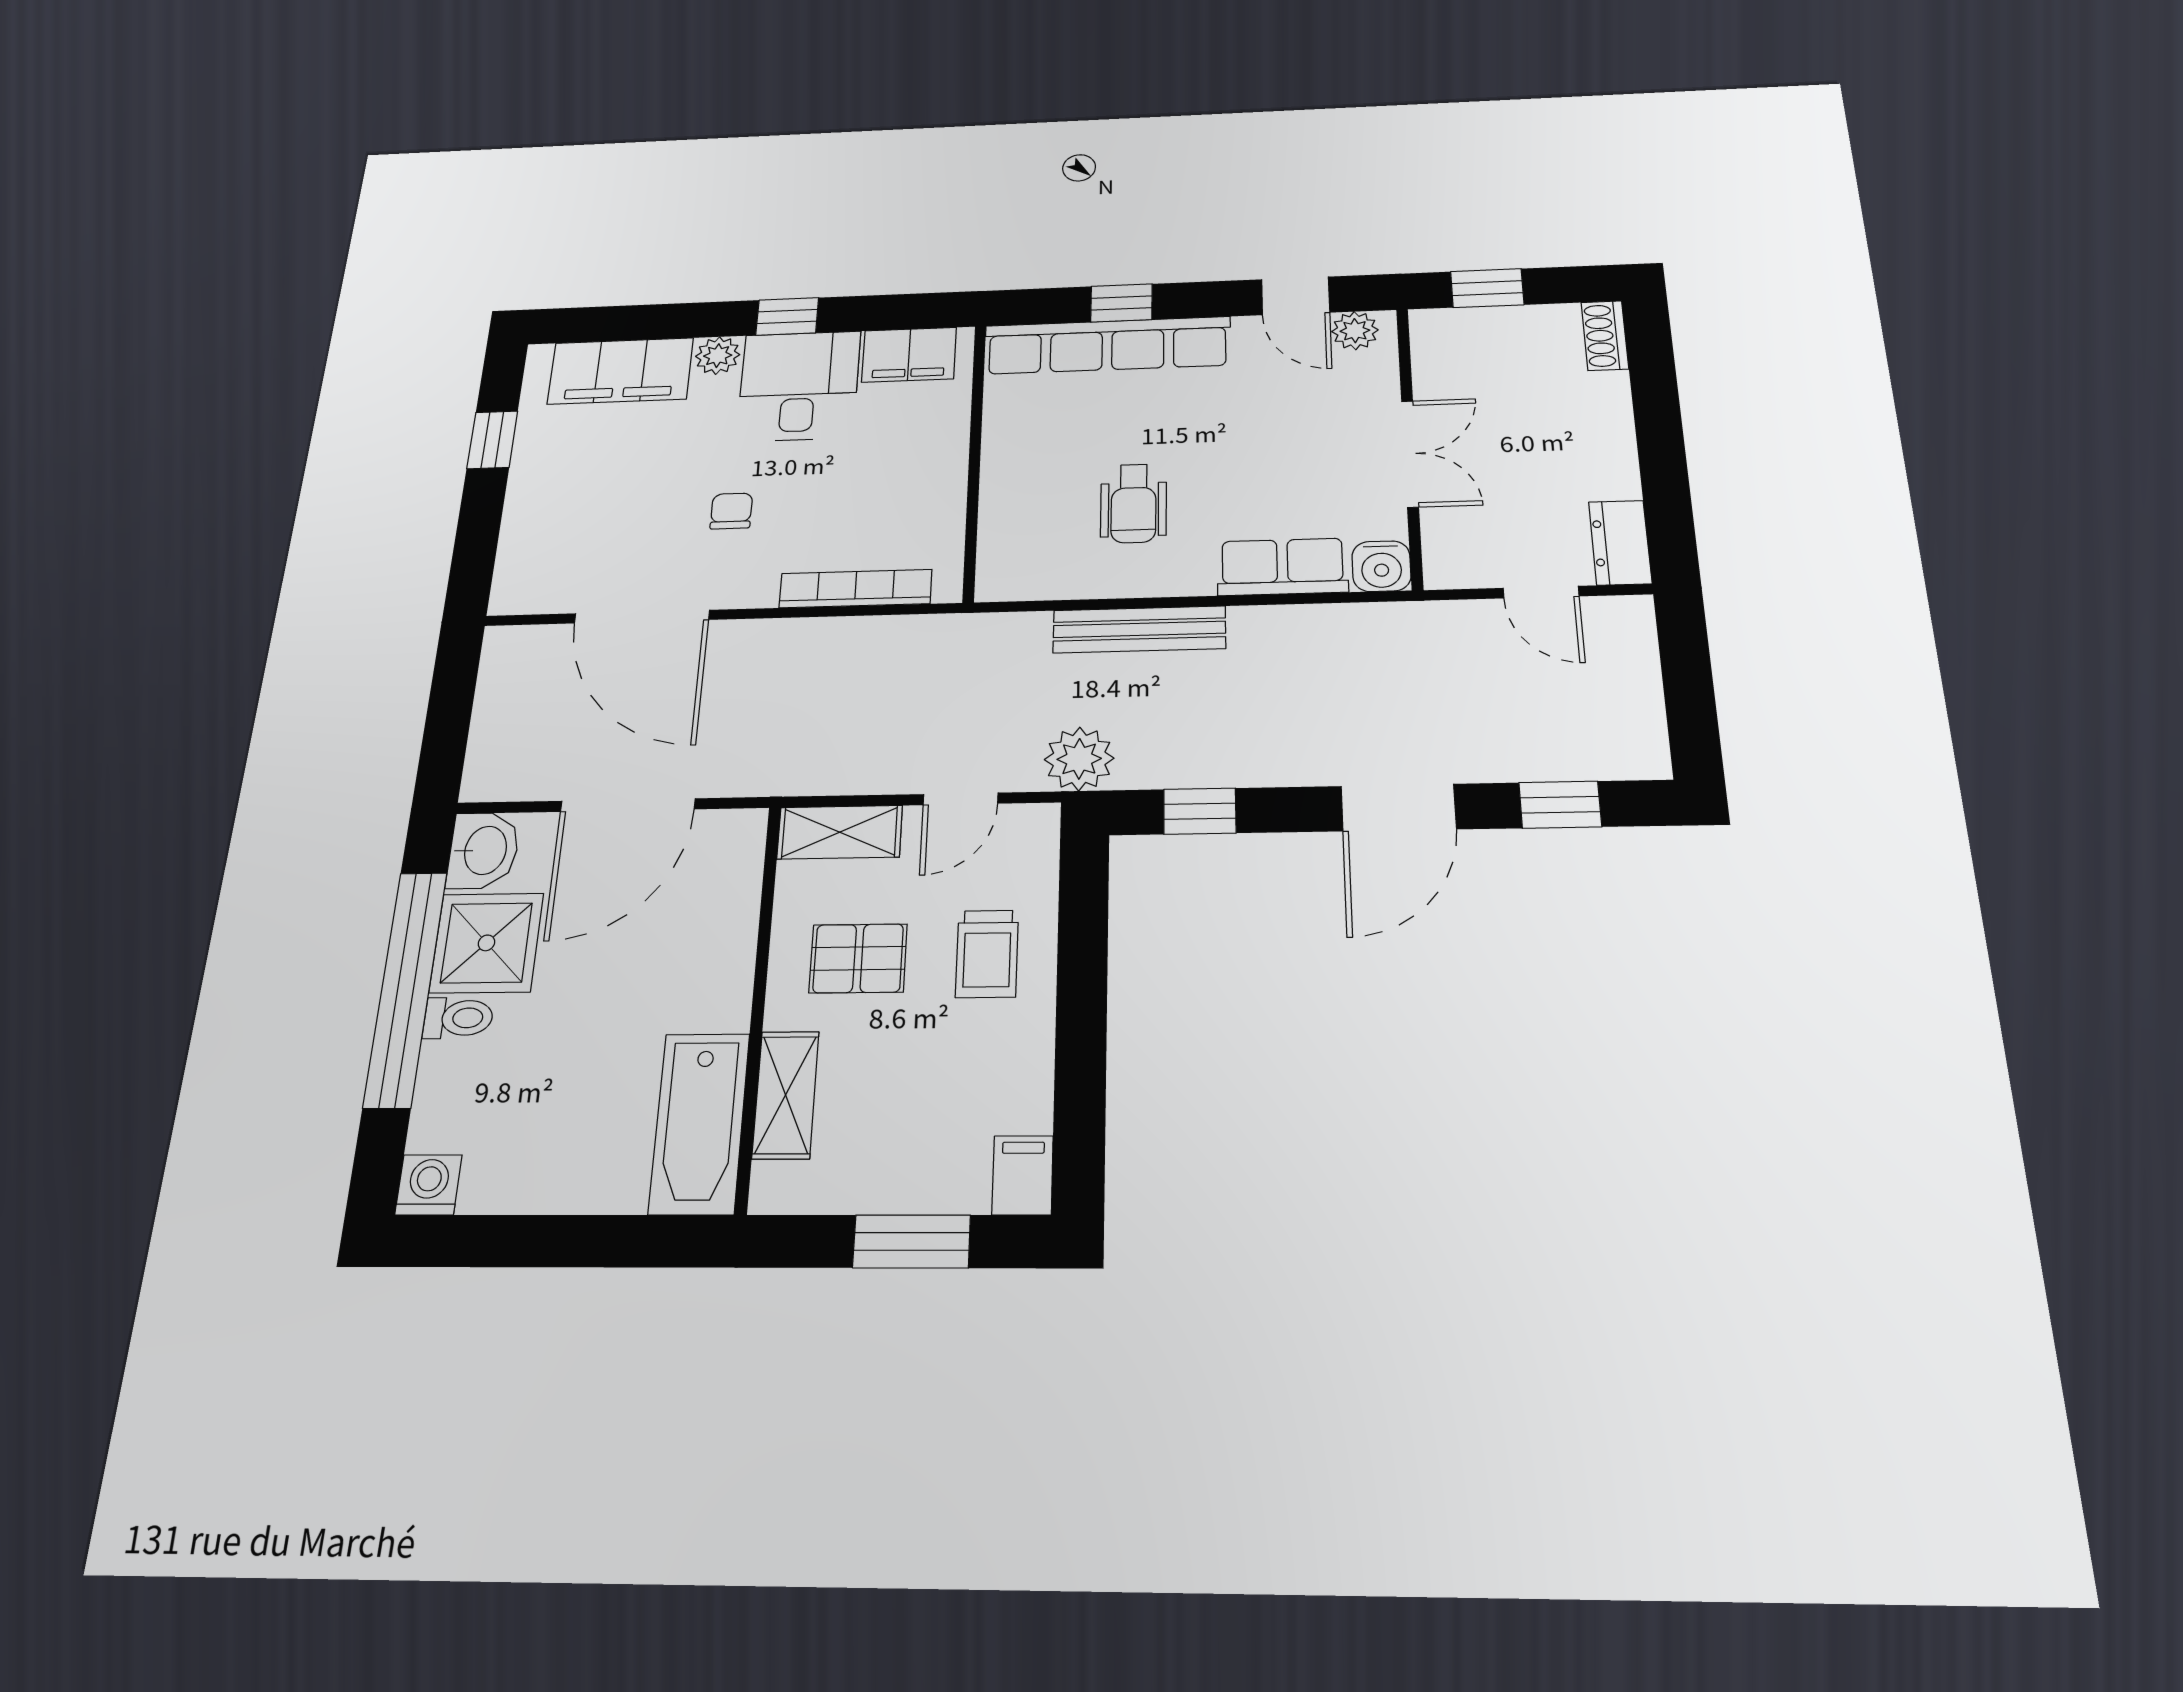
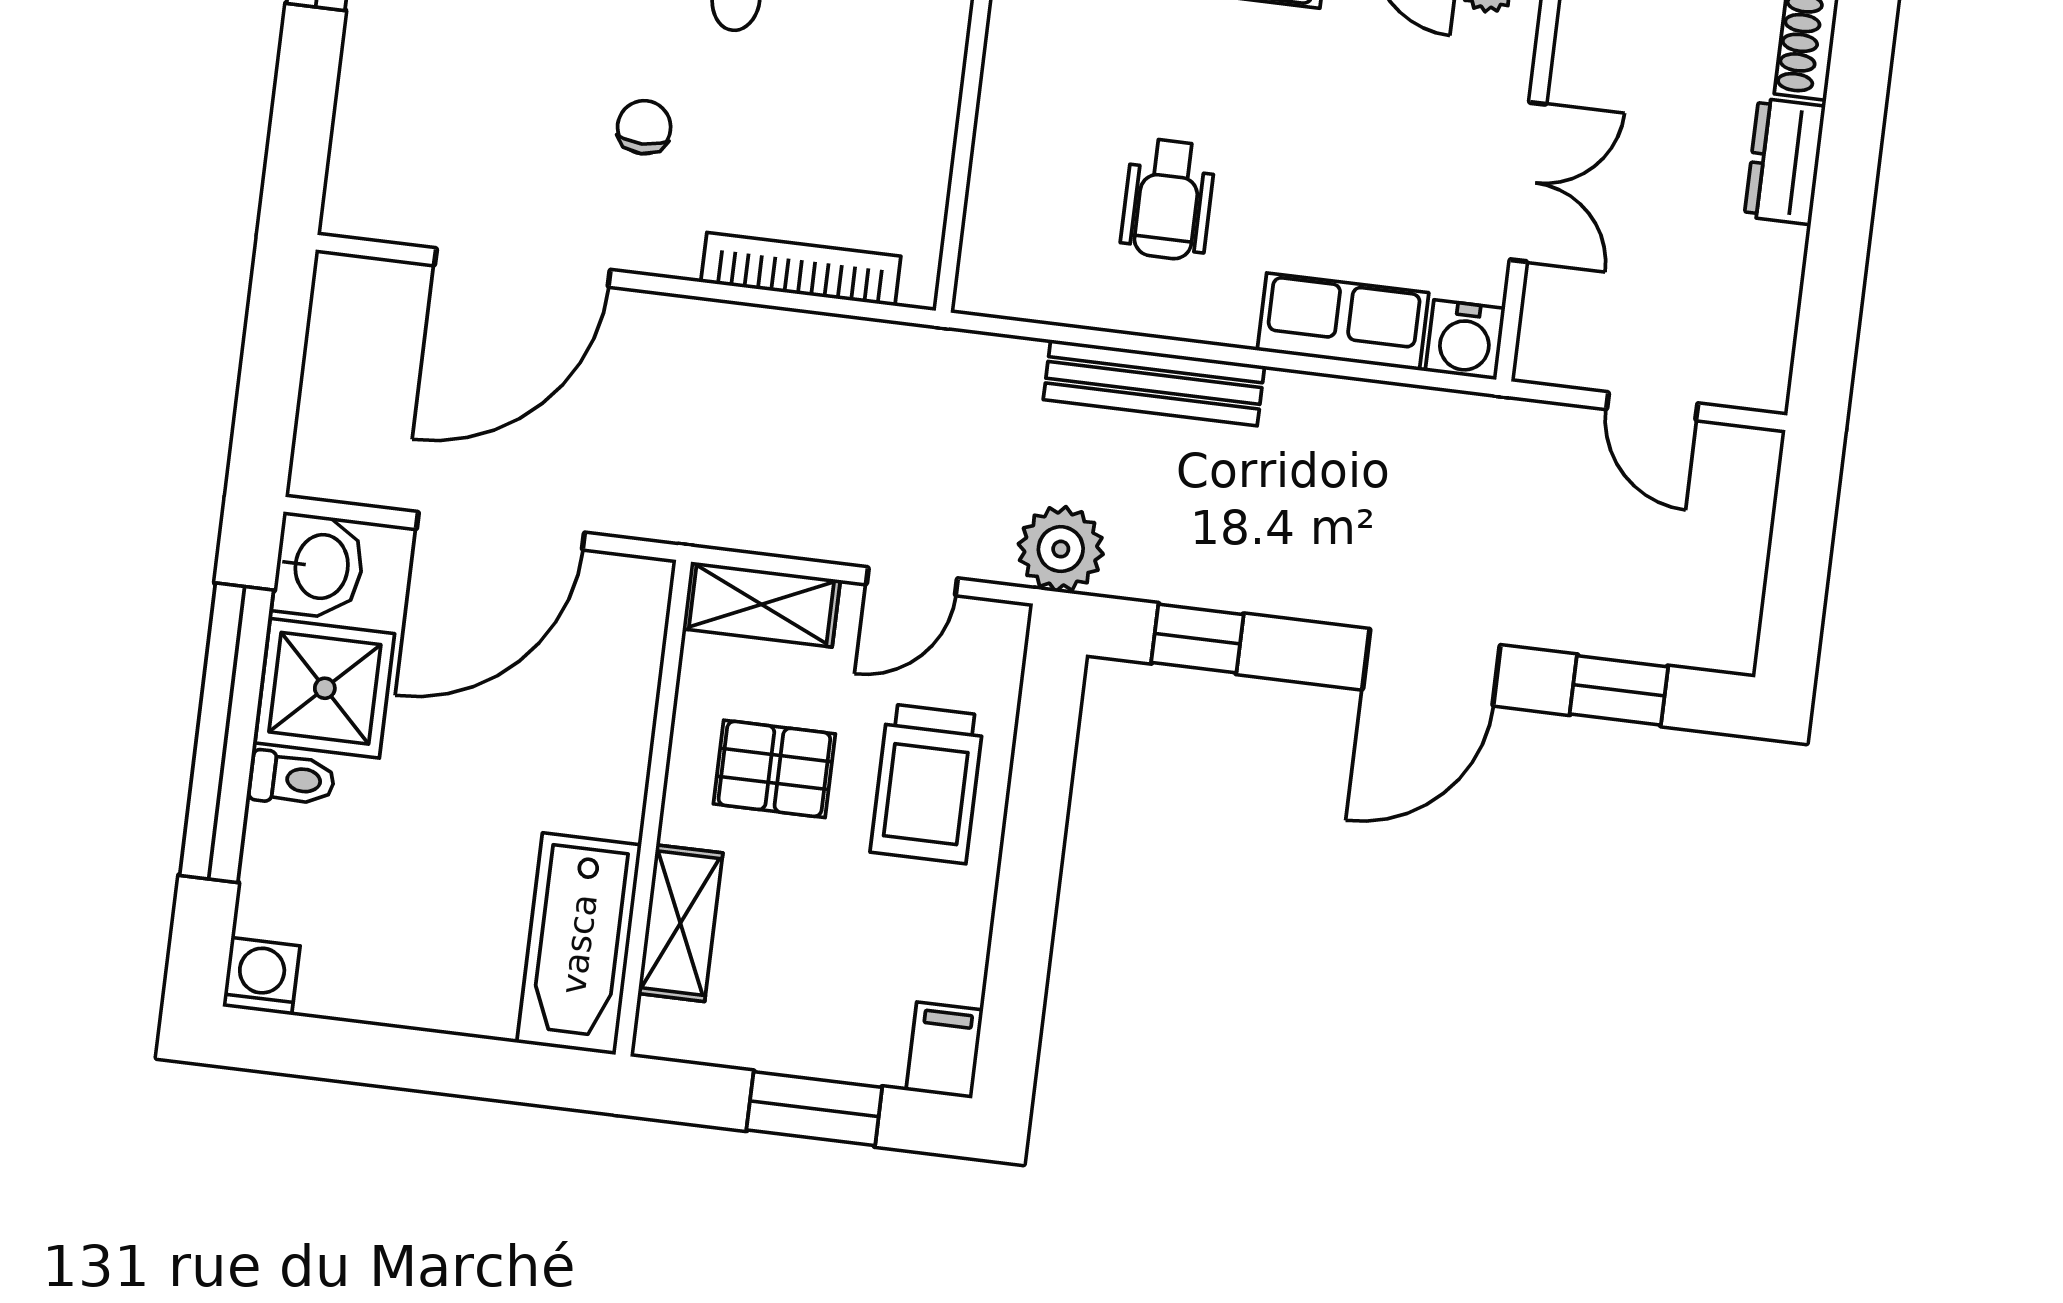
dresser: (1620, 543) -> (1785, 161), moved
door: (642, 617) -> (522, 268), hinge flipped
trolley: (987, 954) -> (927, 784), width x1.36, depth x1.39

